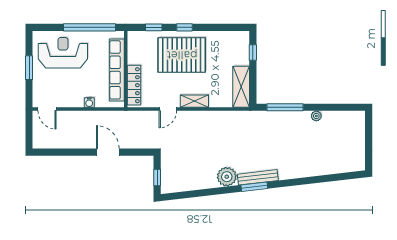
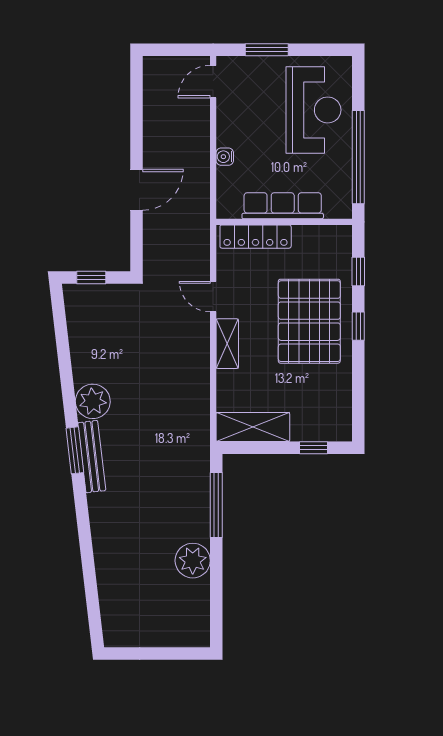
window: (29, 68) -> (267, 50), moved
row of seats: (117, 70) -> (283, 206), width x0.73
plant: (316, 116) -> (193, 561), width x1.88, depth x1.88

